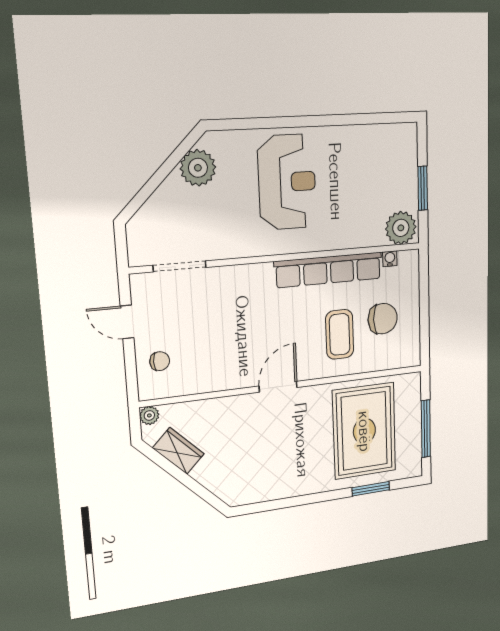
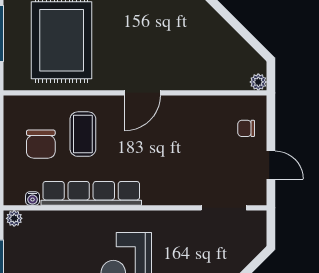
plant: (401, 228) -> (14, 218), width x0.53, depth x0.53
chair: (383, 319) -> (41, 144), turned -90
wardrobe: (178, 451) -> (236, 47), removed

